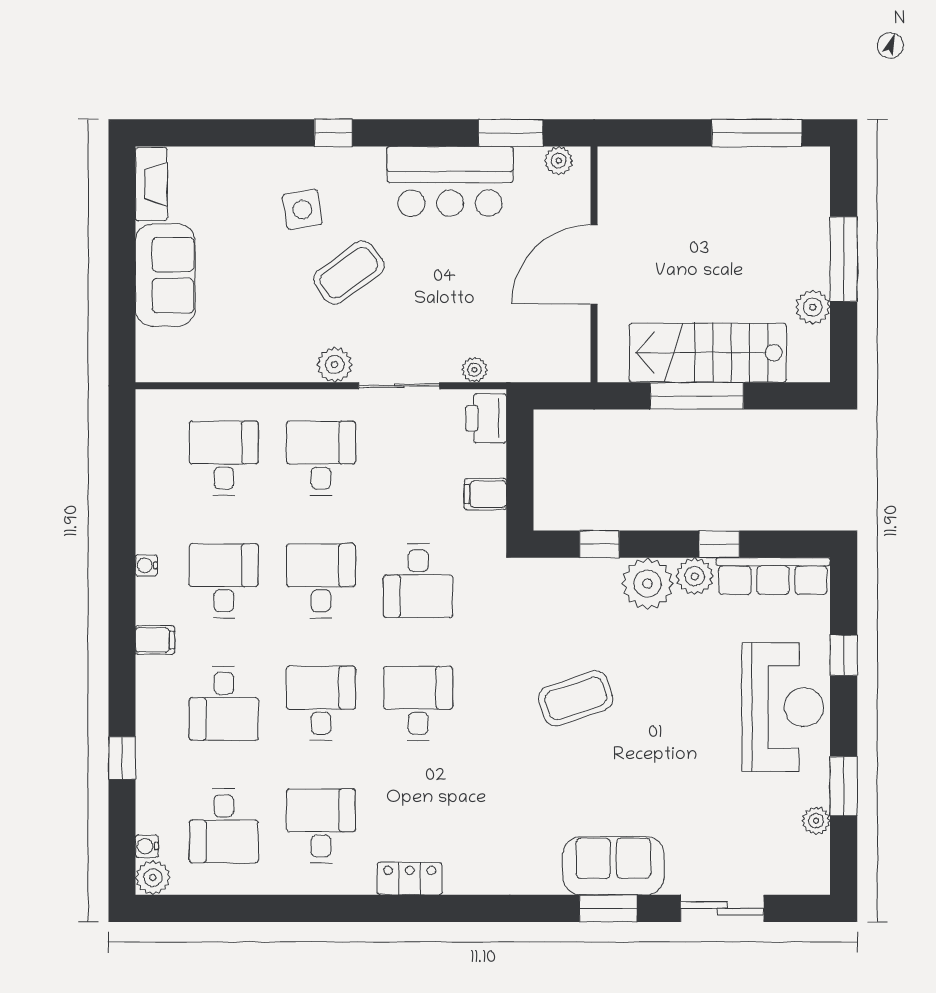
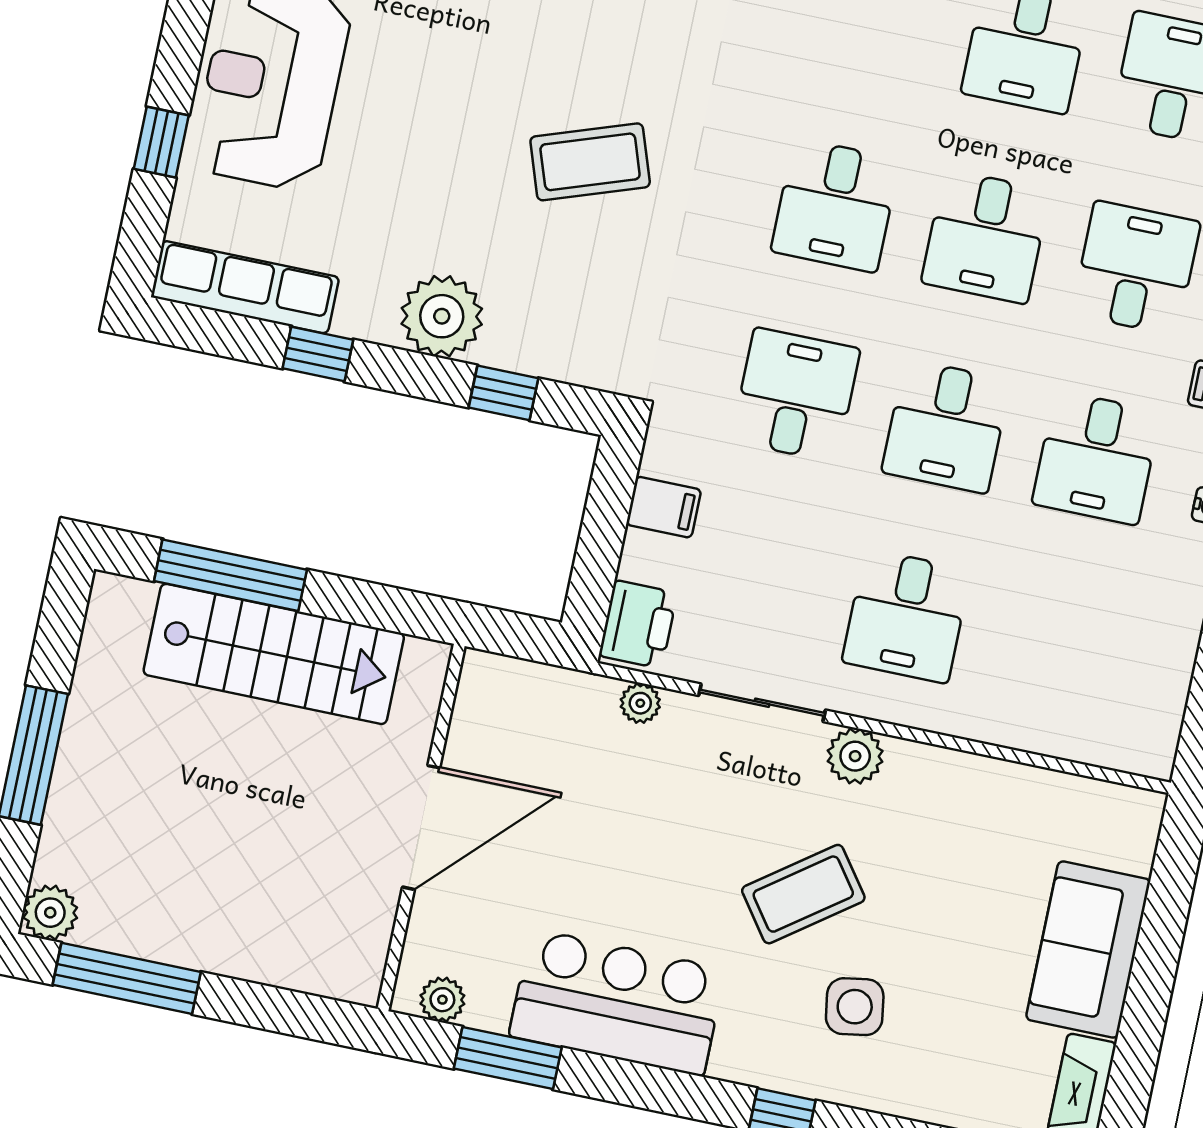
plant: (813, 307) -> (50, 913), moved
window: (697, 396) -> (230, 575), moved
desk: (224, 458) -> (1057, 647), removed
plant: (695, 576) -> (366, 312), removed

